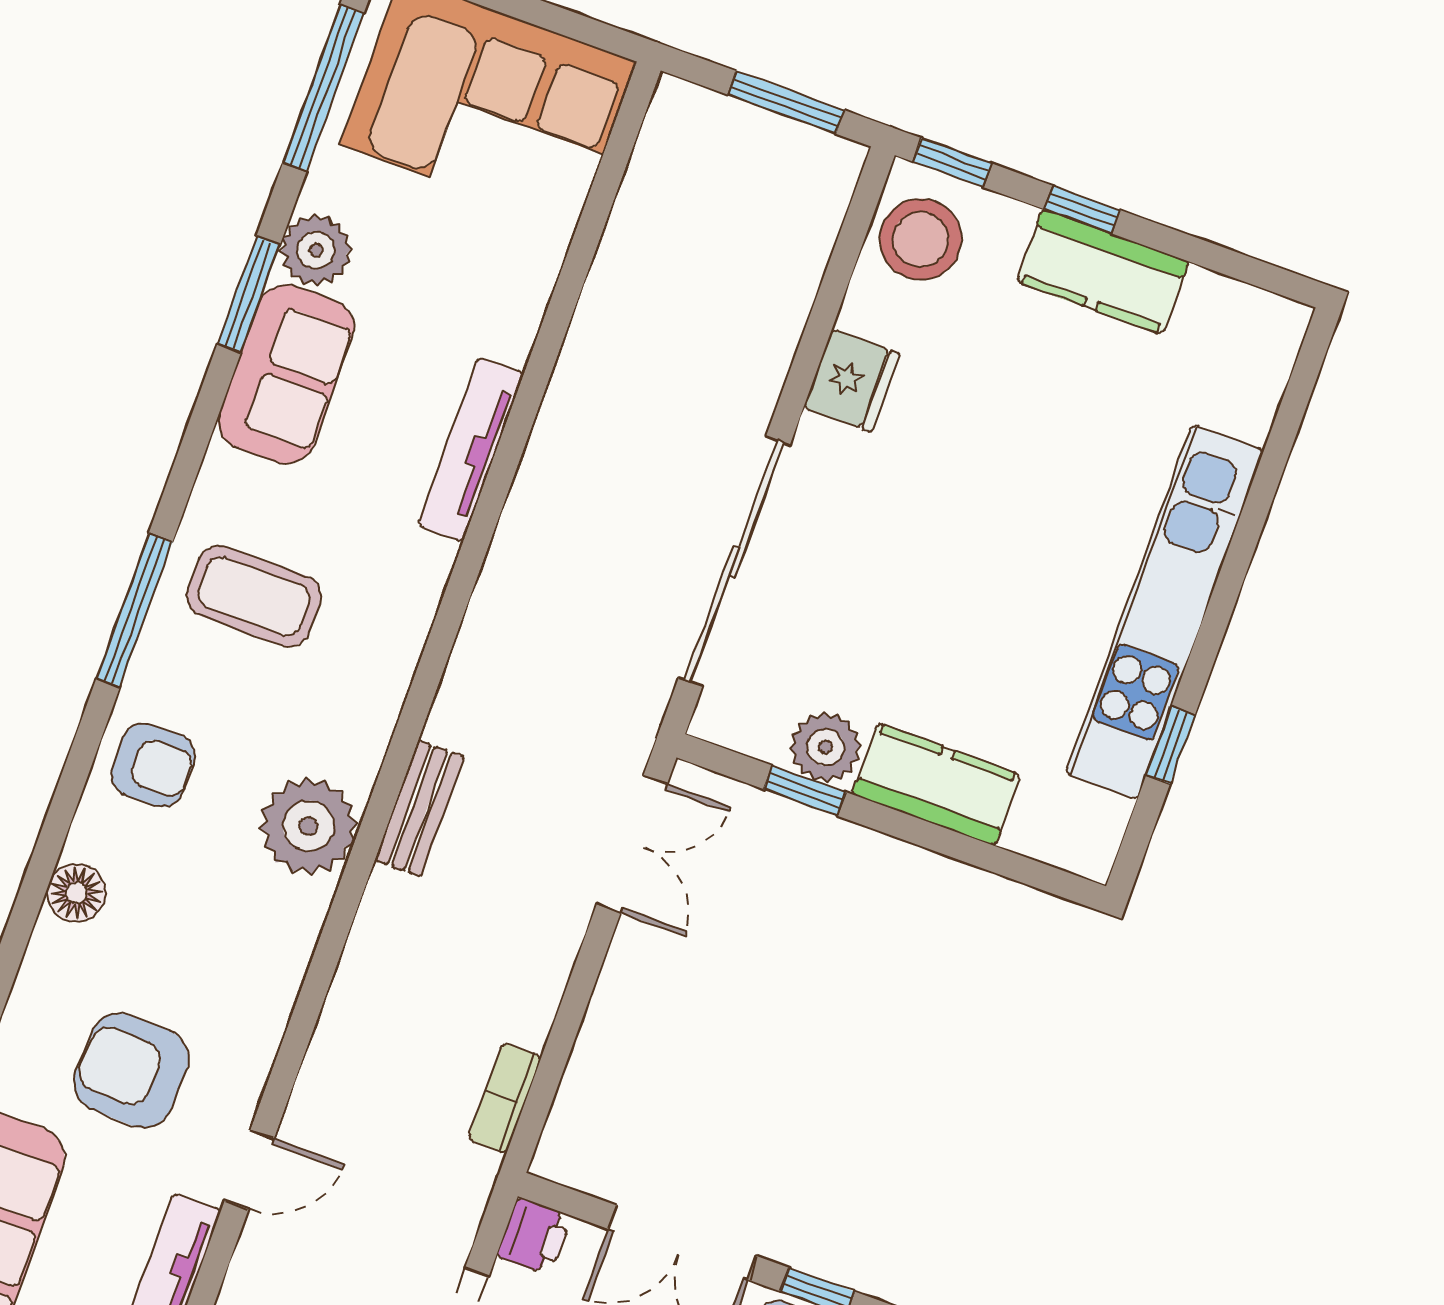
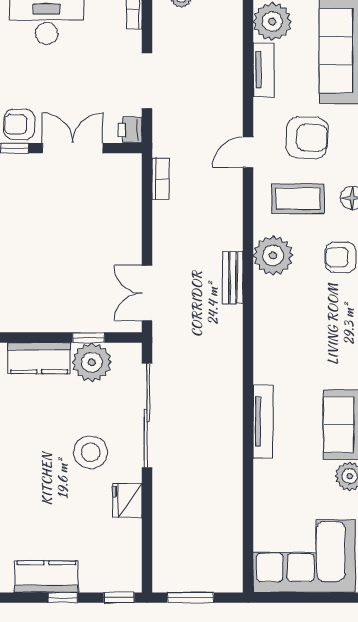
stool: (921, 239) -> (91, 452), moved
coffee table: (254, 596) -> (298, 199), moved
plant: (825, 747) -> (92, 362), width x1.36, depth x1.36
door: (249, 1170) -> (248, 152), moved

